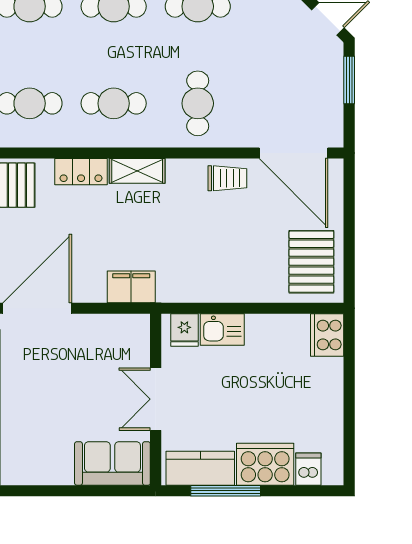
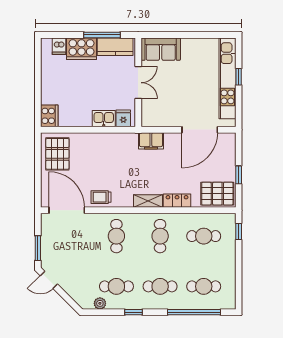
cafe table: (114, 103) -> (160, 236), turned 90

